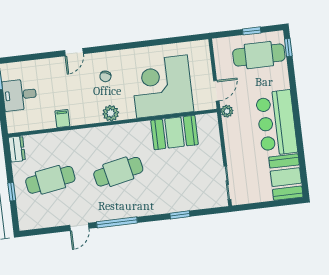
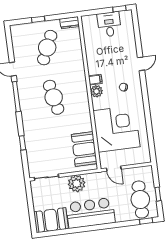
door: (74, 52) -> (141, 64), swing flipped
plant: (227, 111) -> (77, 183), moved, width x1.87, depth x1.87
filing cabinet: (62, 118) -> (95, 80), moved
booth: (174, 132) -> (84, 149), moved
cafe table: (50, 180) -> (47, 48), turned 33

